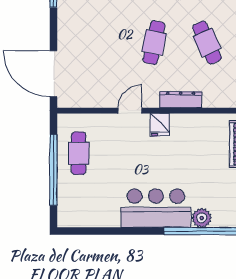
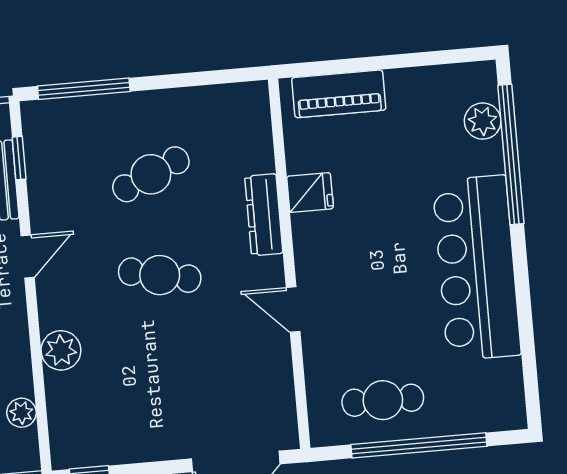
fridge: (160, 125) -> (310, 192), moved
bar counter: (156, 208) -> (477, 268), width x1.36
plant: (202, 218) -> (483, 121), moved

